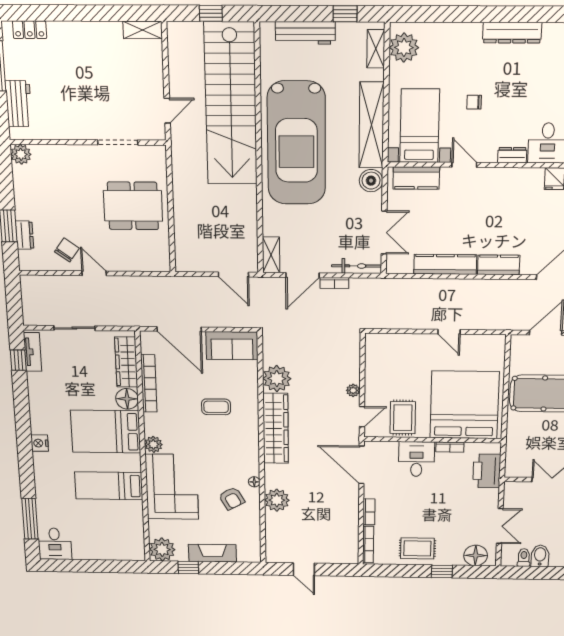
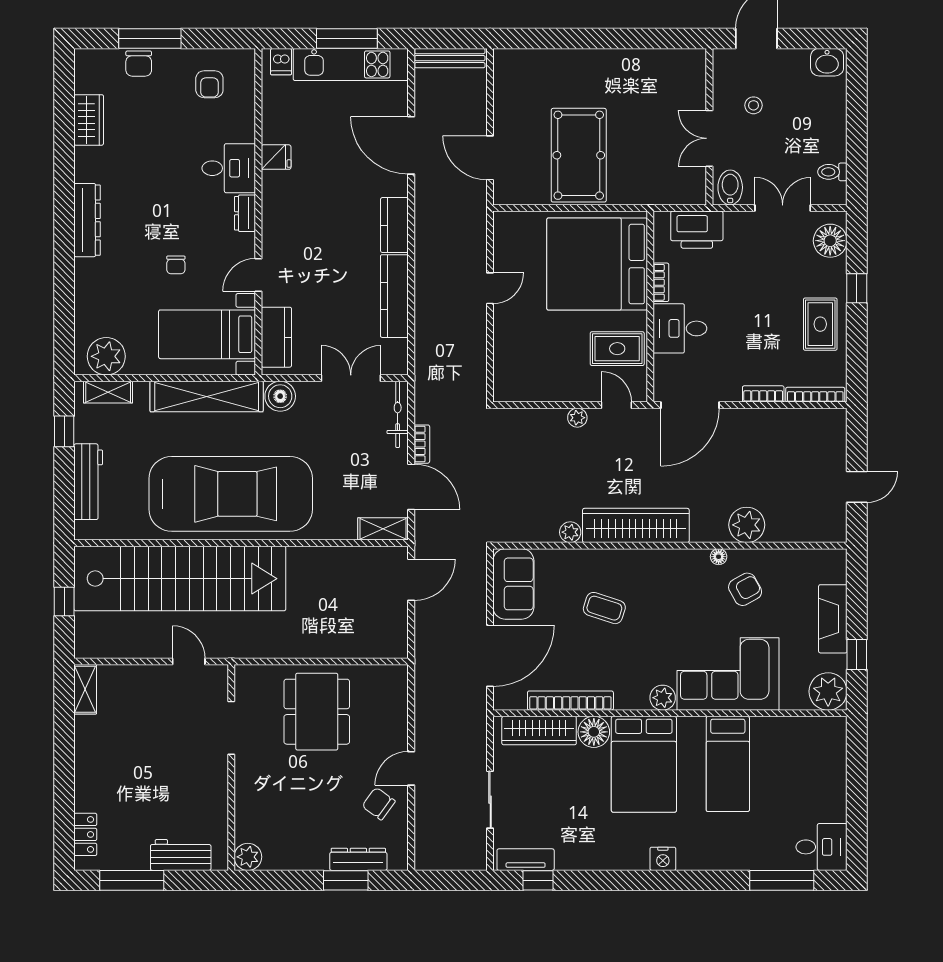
dresser: (25, 235) -> (358, 859), width x1.44
plant: (277, 379) -> (570, 532), width x0.53, depth x0.53
coffee table: (216, 407) -> (604, 608), turned -72
bidet: (540, 556) -> (730, 187), moved, turned 90

